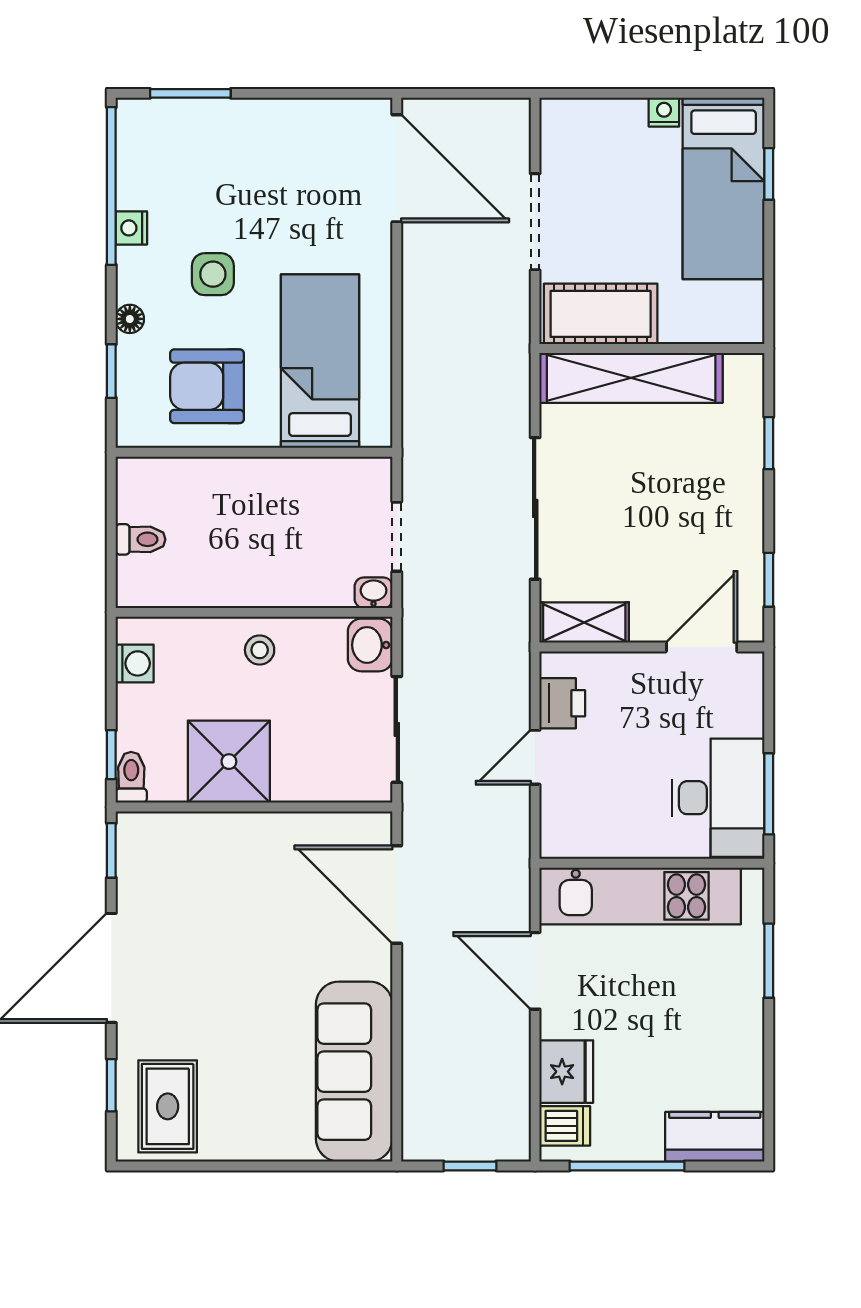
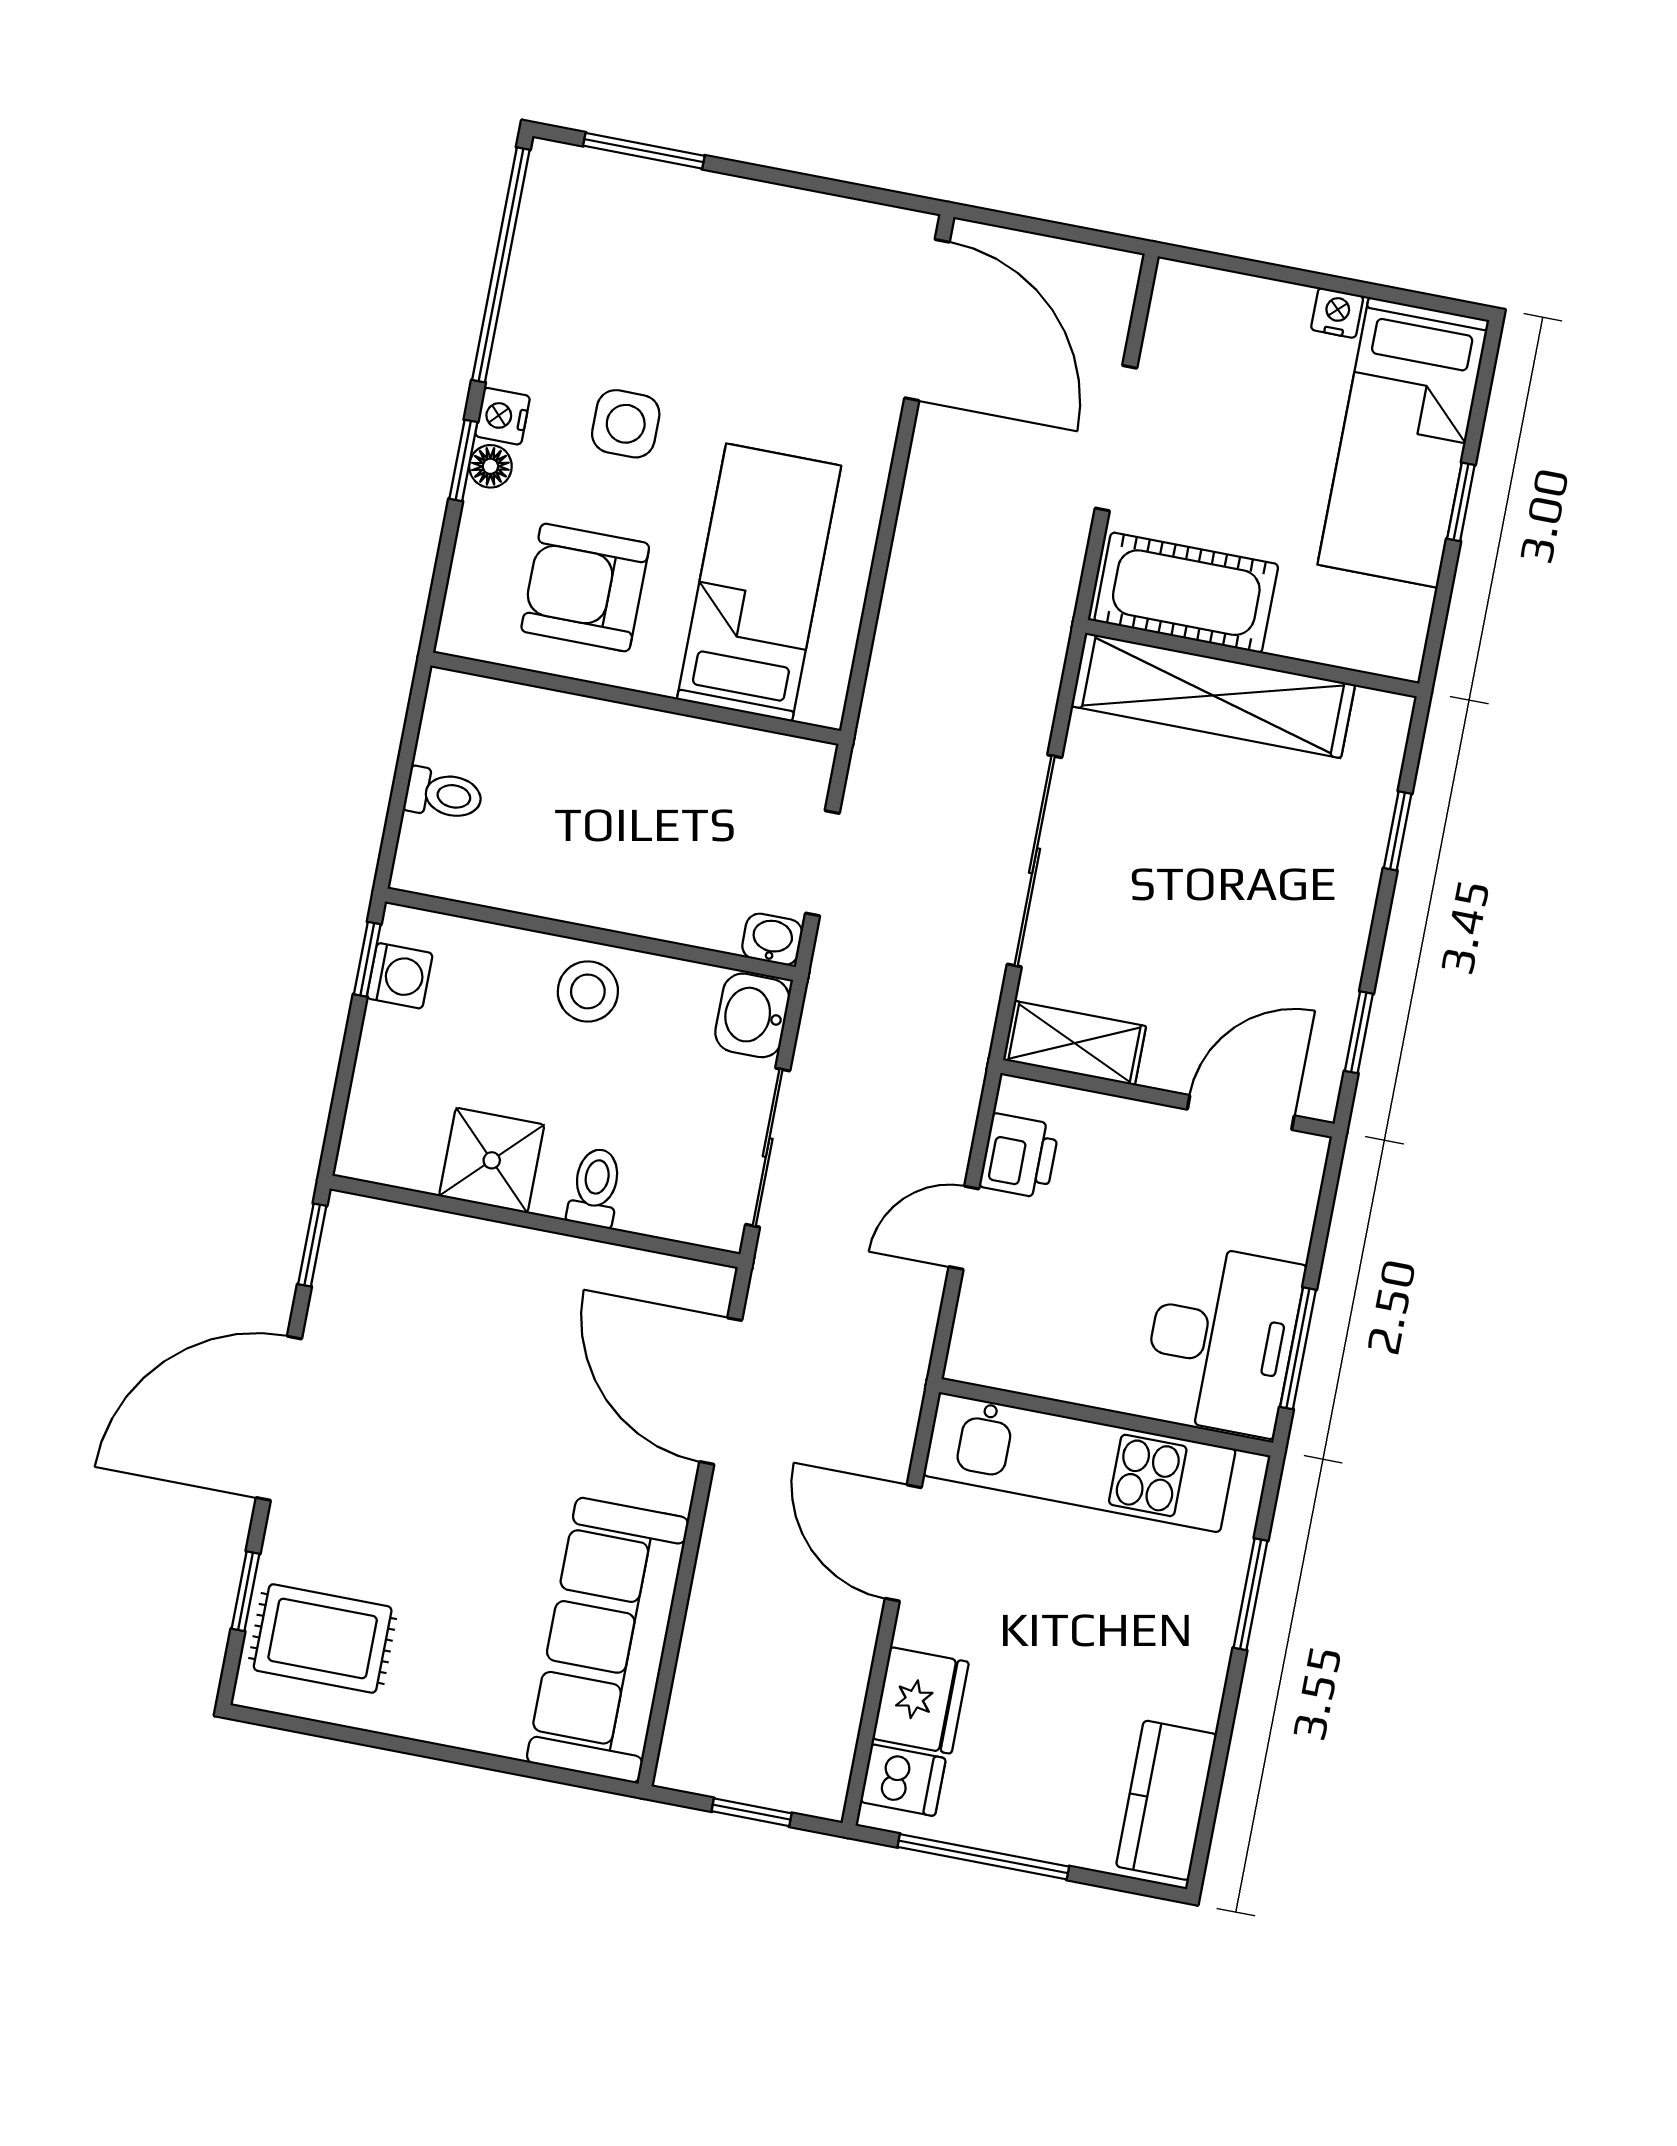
window: (769, 174) -> (1461, 502), moved
nightstand: (131, 228) -> (502, 416), moved
window: (111, 371) -> (463, 460), moved
stool: (260, 650) -> (588, 991), width x1.37, depth x1.37
window: (111, 755) -> (367, 959), moved
shower: (229, 762) -> (492, 1160), width x0.73, depth x0.73
toilet: (131, 777) -> (595, 1187), moved
rug: (168, 1106) -> (323, 1638), turned 90
kitchen counter: (715, 1137) -> (1166, 1800), moved, turned -90

